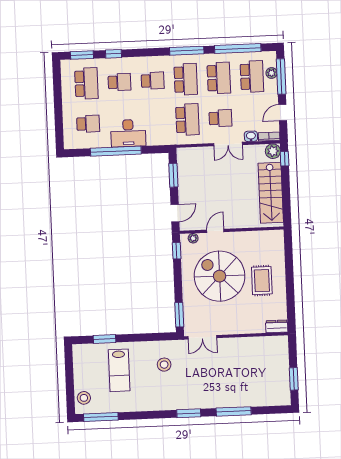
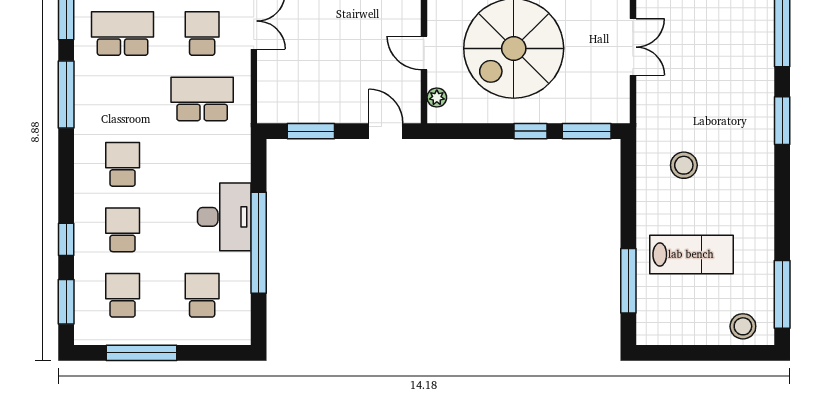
school desk: (186, 79) -> (123, 99), removed
school desk: (86, 83) -> (123, 295), width x0.54
window: (58, 94) -> (141, 353), added
window: (177, 251) -> (531, 131), moved
double door: (202, 337) -> (633, 47), moved
window: (104, 339) -> (628, 281), width x1.44

